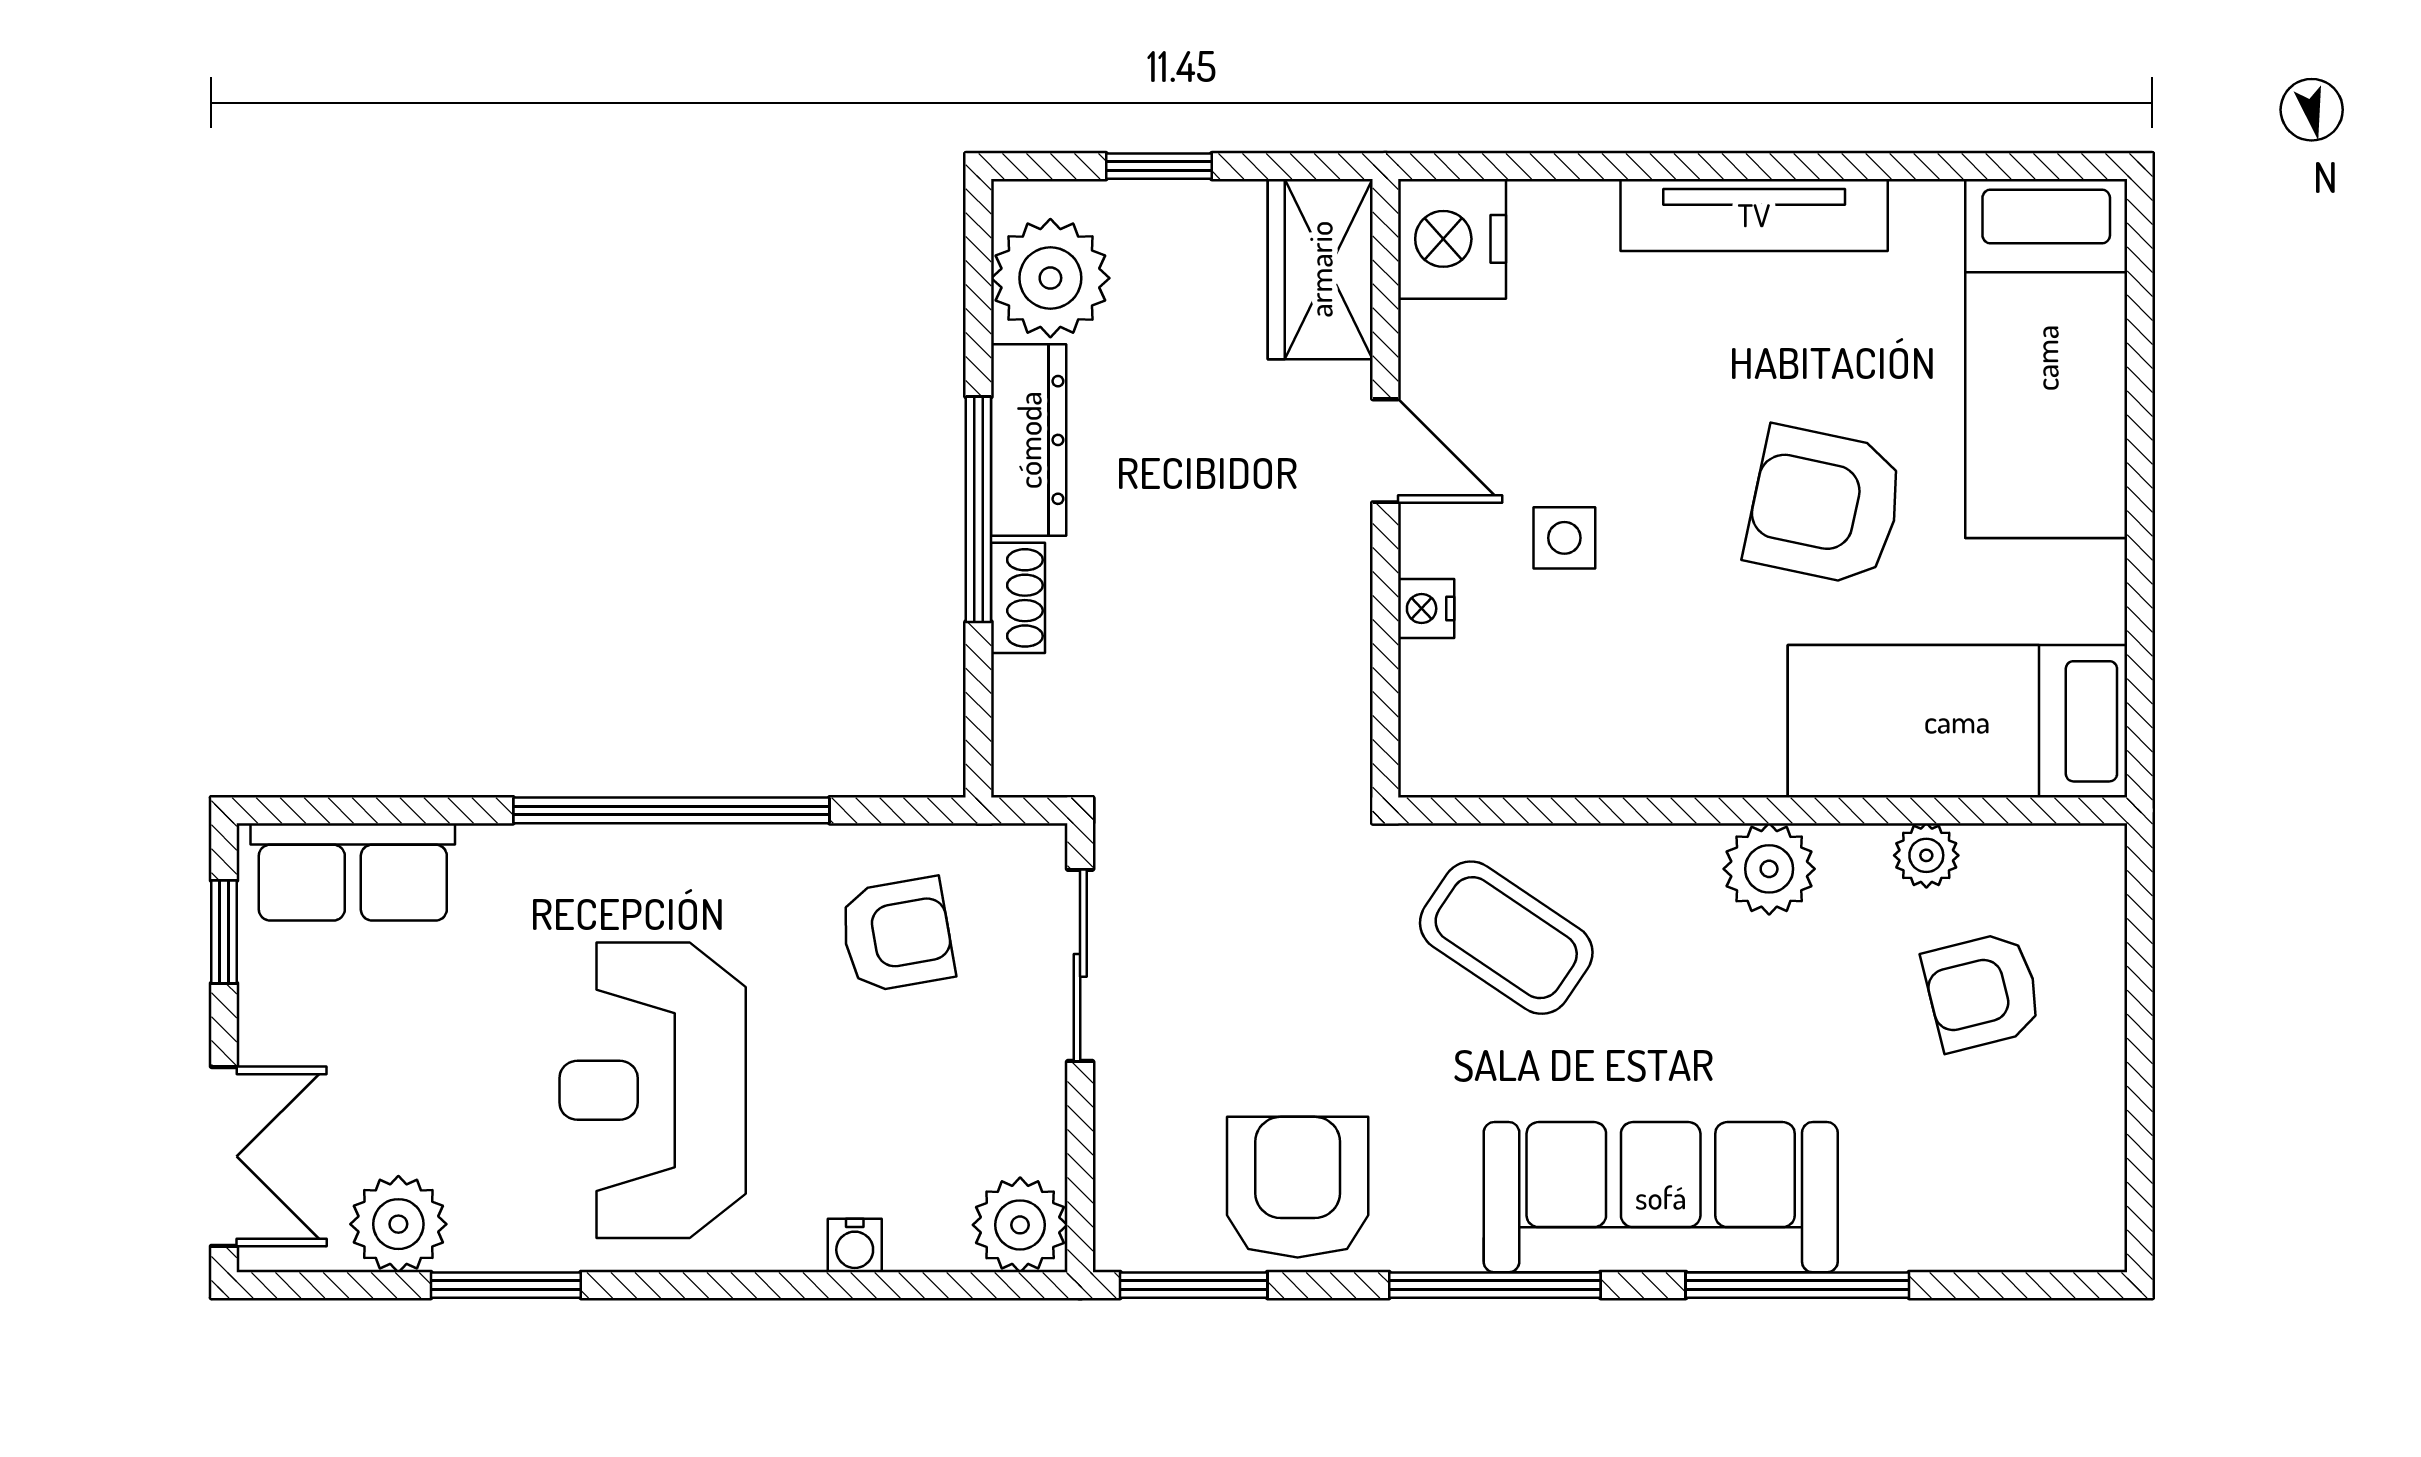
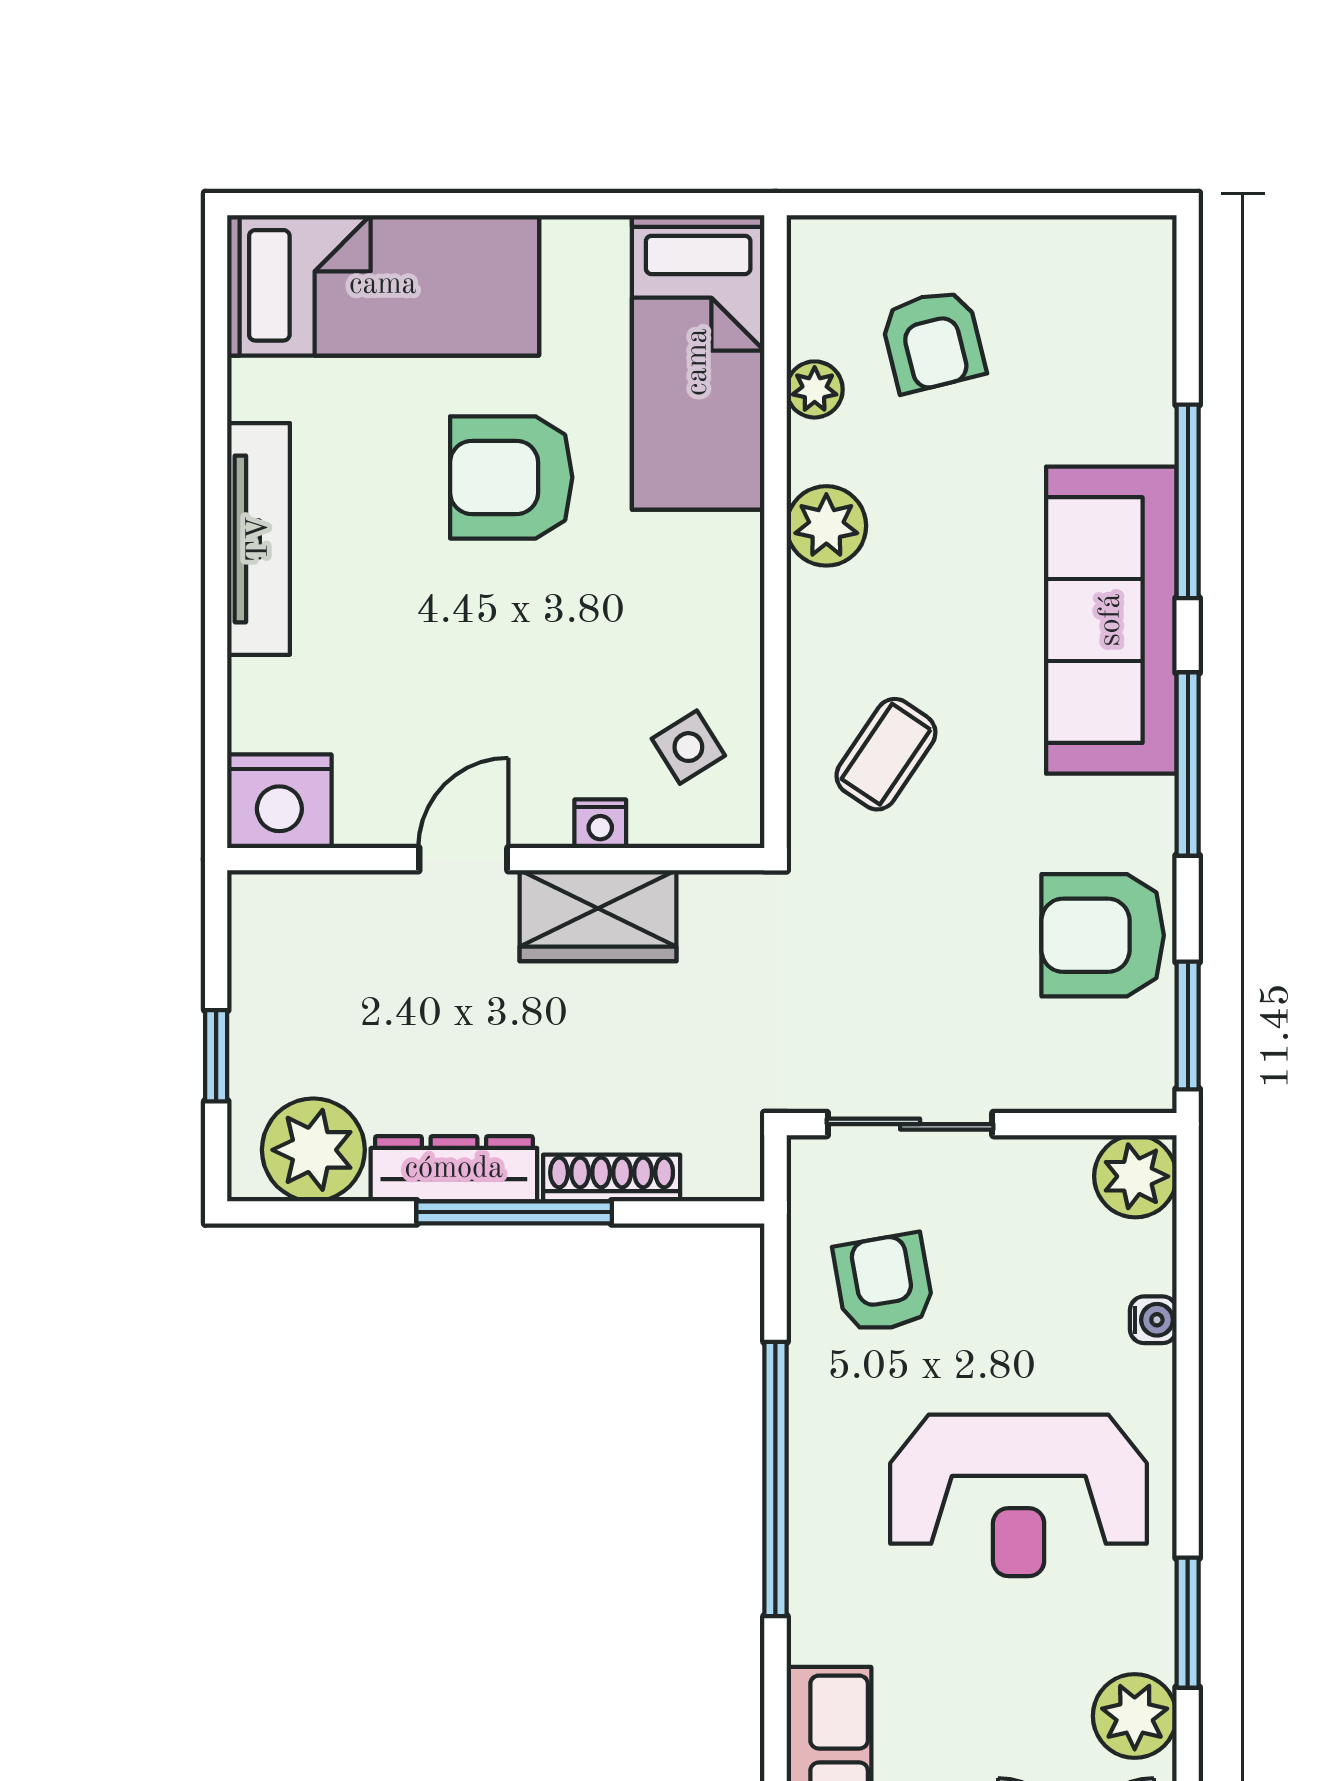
wardrobe: (1320, 269) -> (598, 916), moved
armchair: (1825, 506) -> (511, 477), turned 78
side table: (1564, 538) -> (688, 747), moved, turned -32
shoe rack: (1018, 598) -> (612, 1178), width x1.43
coffee table: (1506, 938) -> (886, 754), width x0.73, depth x0.77

